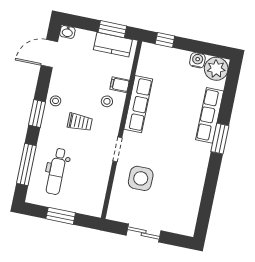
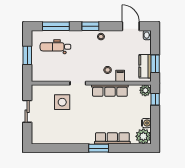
plant: (149, 52) -> (145, 90), added
trolley: (80, 122) -> (90, 55), removed

